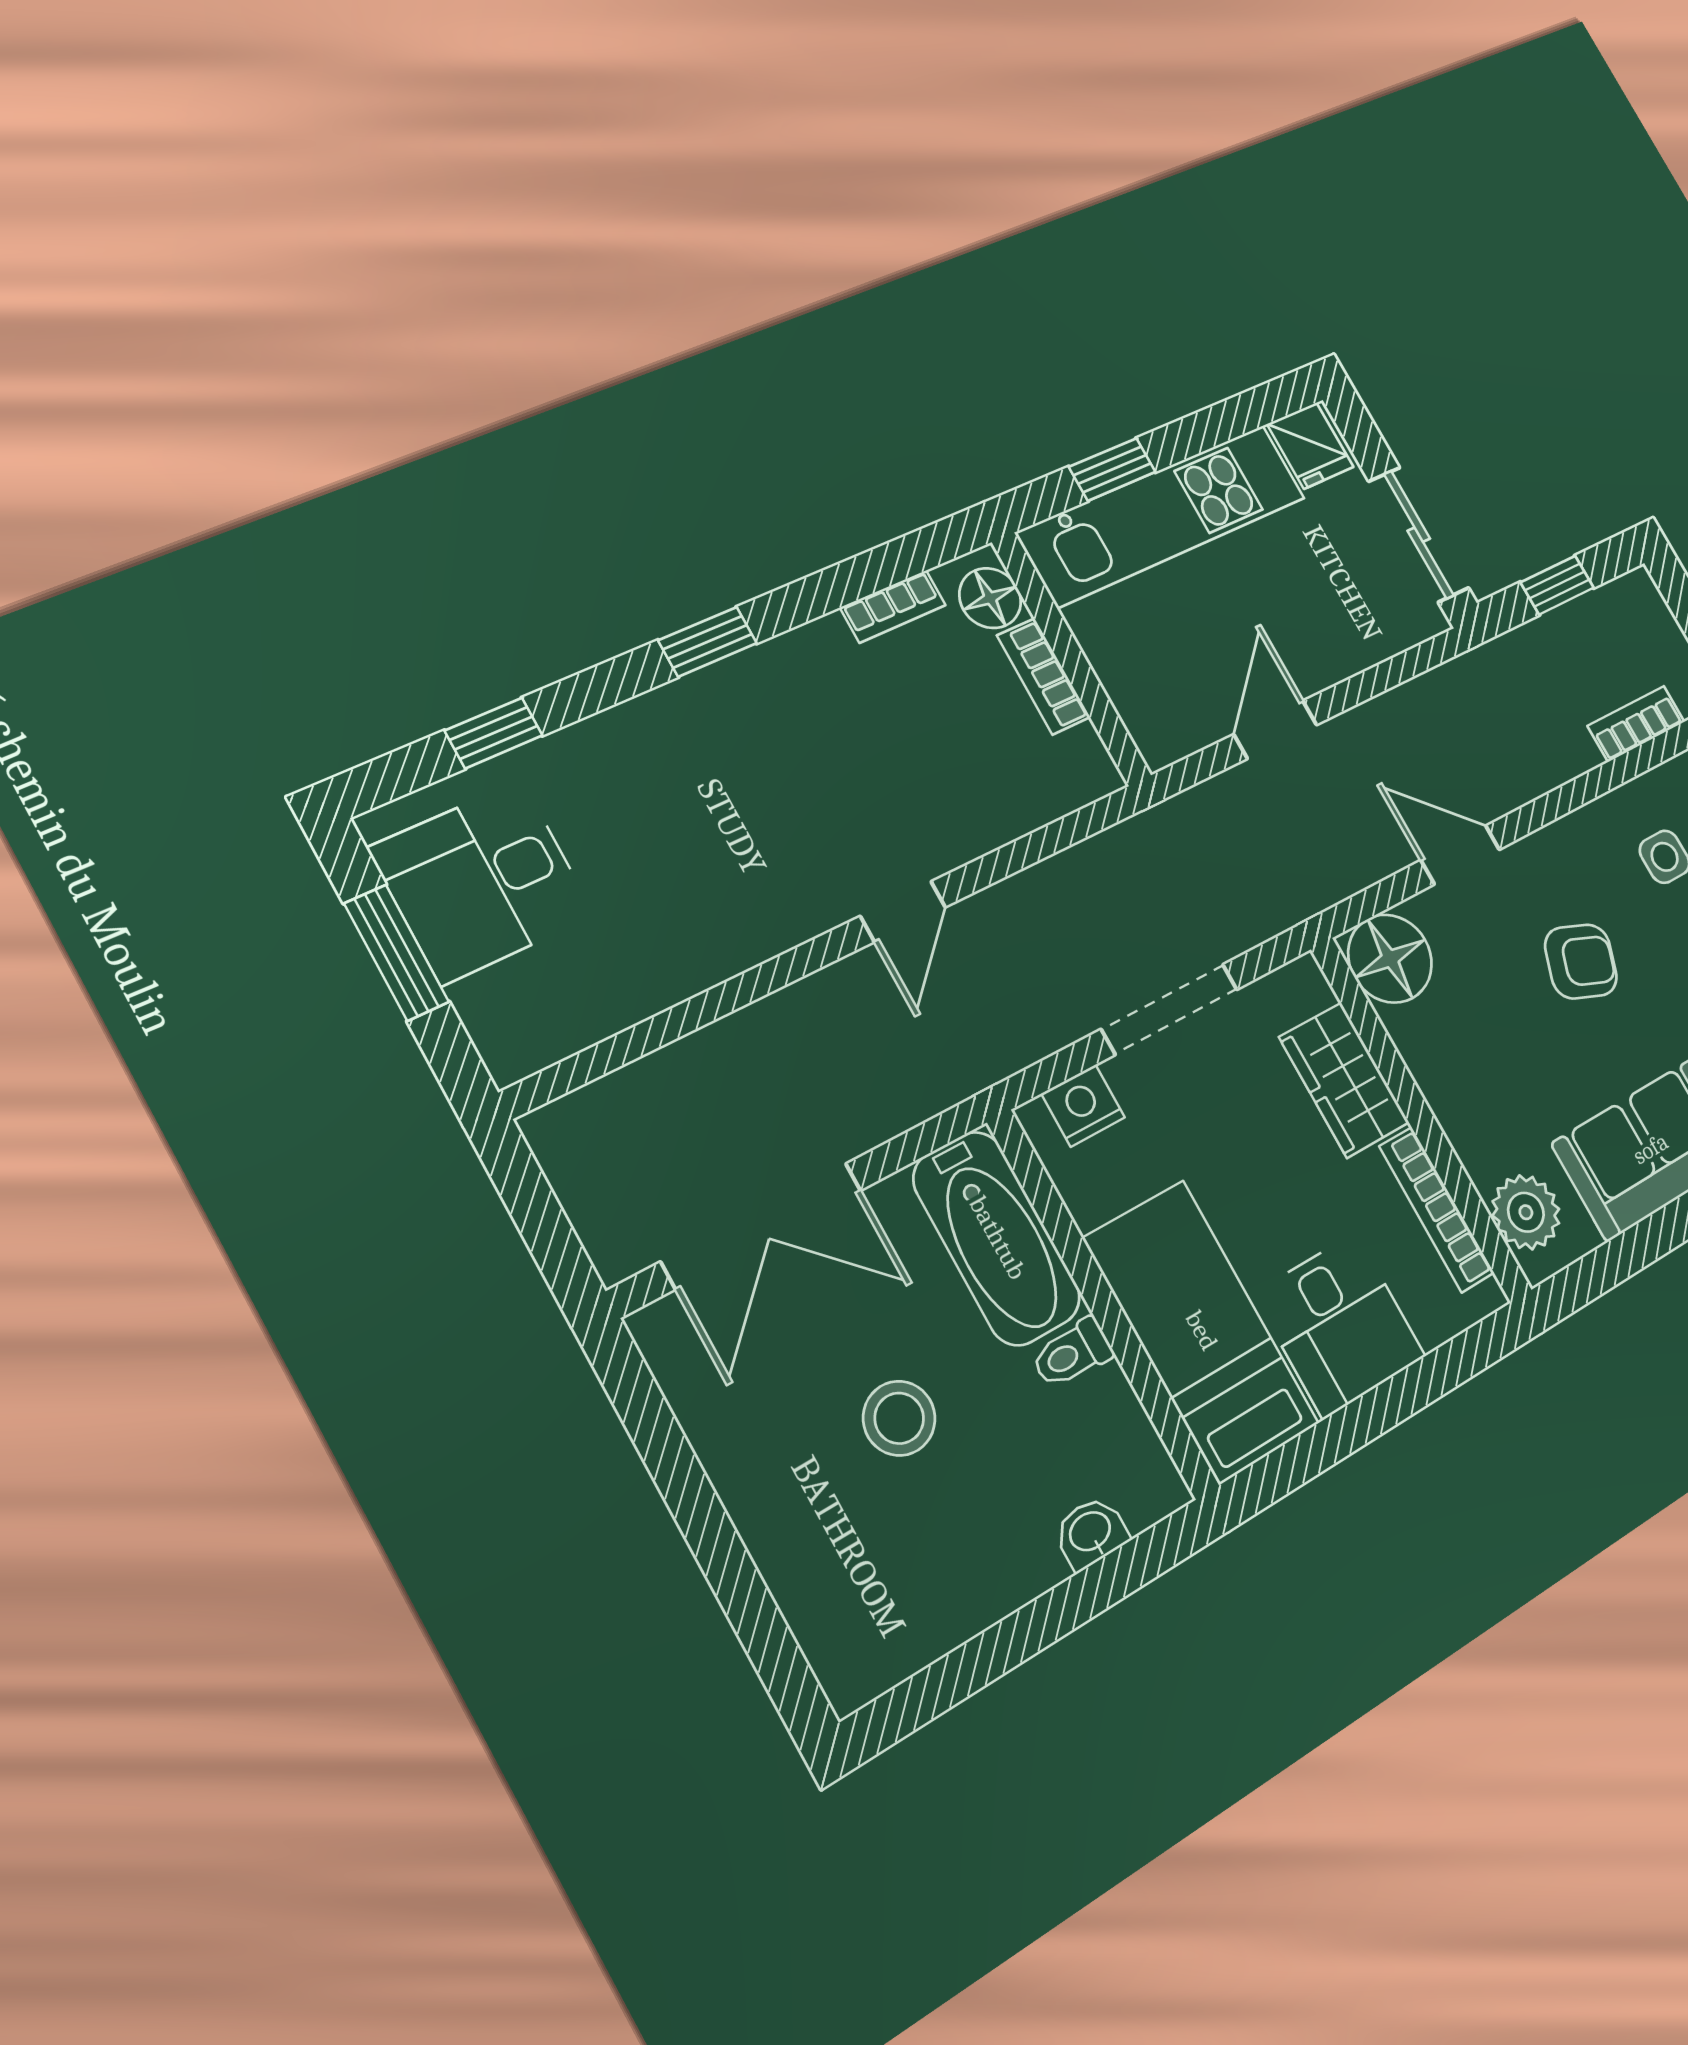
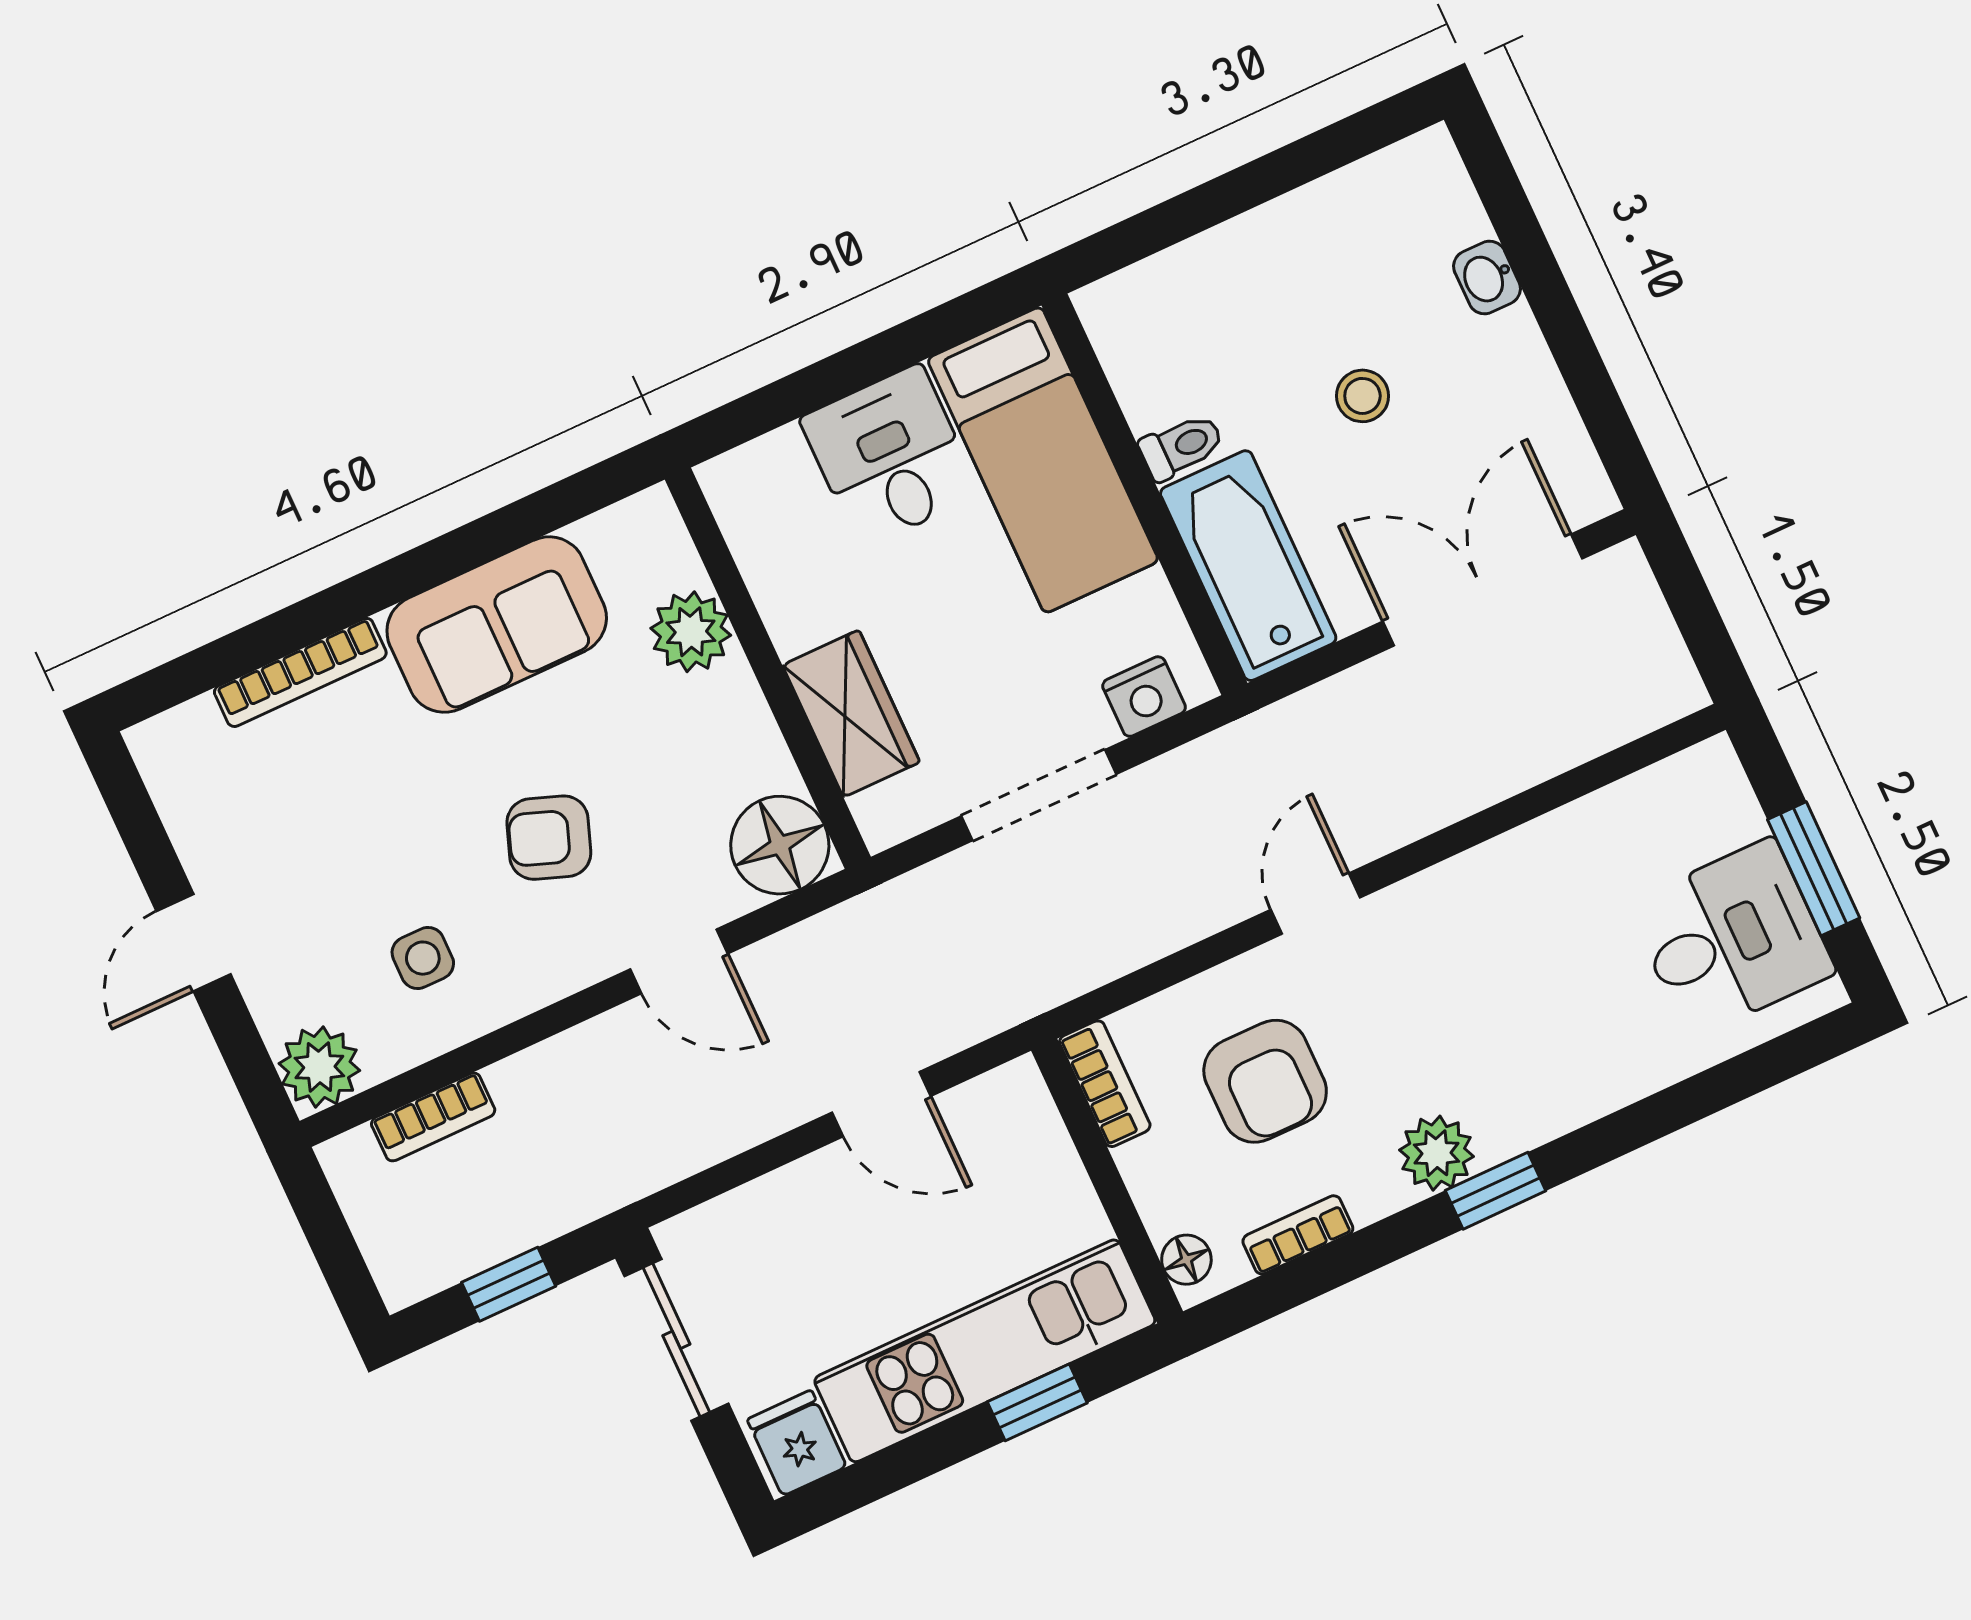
floor lamp: (990, 598) -> (1186, 1260), width x0.73, depth x0.73
bookcase: (1044, 676) -> (1105, 1084), moved
plant: (768, 678) -> (1437, 1153), added
door: (1275, 730) -> (881, 1104), hinge flipped
window: (494, 733) -> (1713, 1090), removed
armchair: (936, 746) -> (1265, 1081), added
bookcase: (1437, 1210) -> (763, 571), removed
plant: (1526, 1212) -> (691, 632), moved
stool: (899, 1418) -> (1362, 396), width x0.73, depth x0.73
washbasin: (1091, 1533) -> (1487, 277), moved, turned 90

